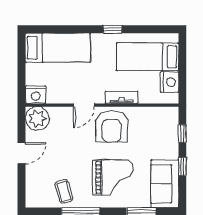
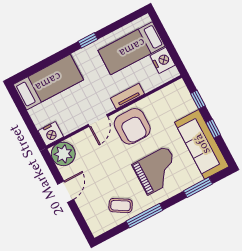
sofa: (165, 184) -> (202, 144), width x1.36
coffee table: (64, 191) -> (121, 206), turned -43

